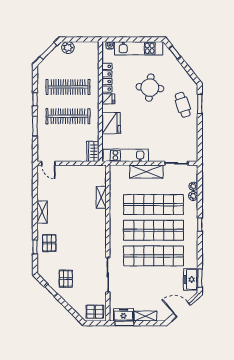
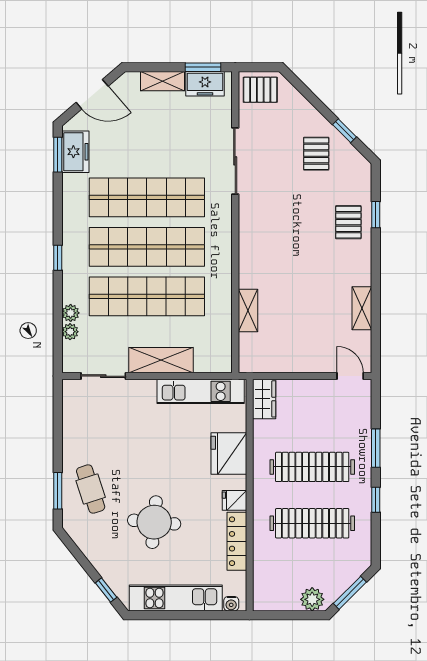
shelving: (42, 212) -> (362, 308), moved

